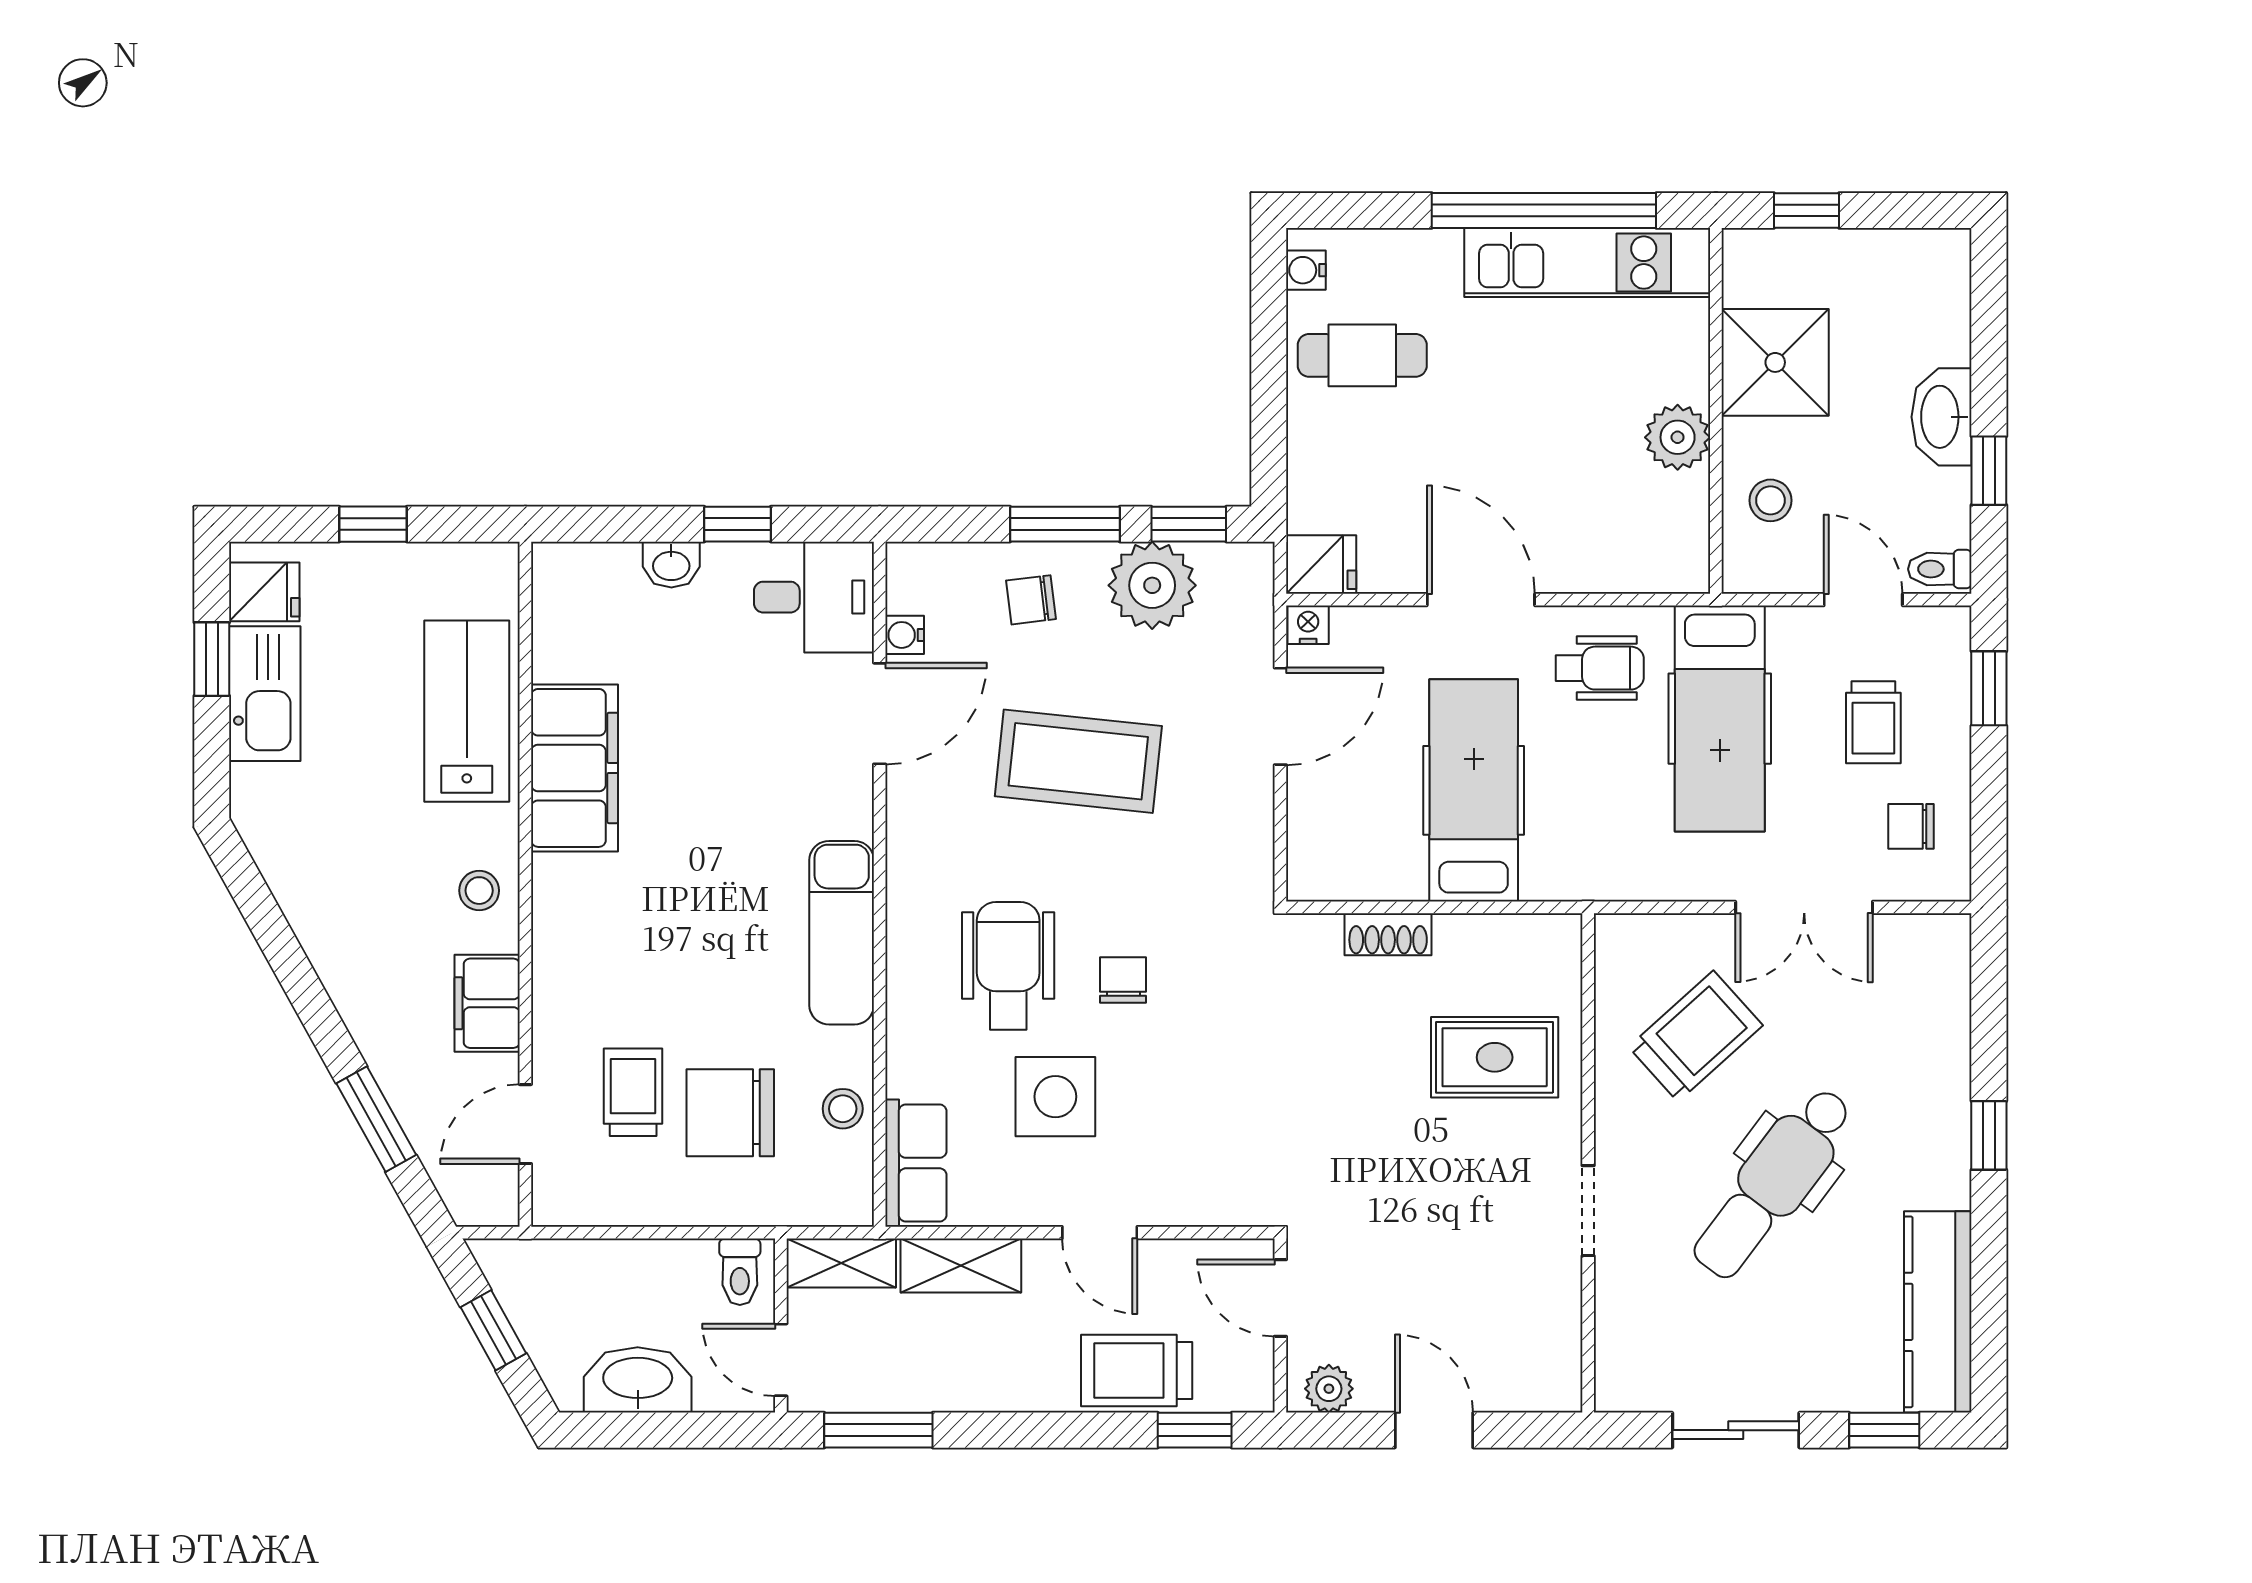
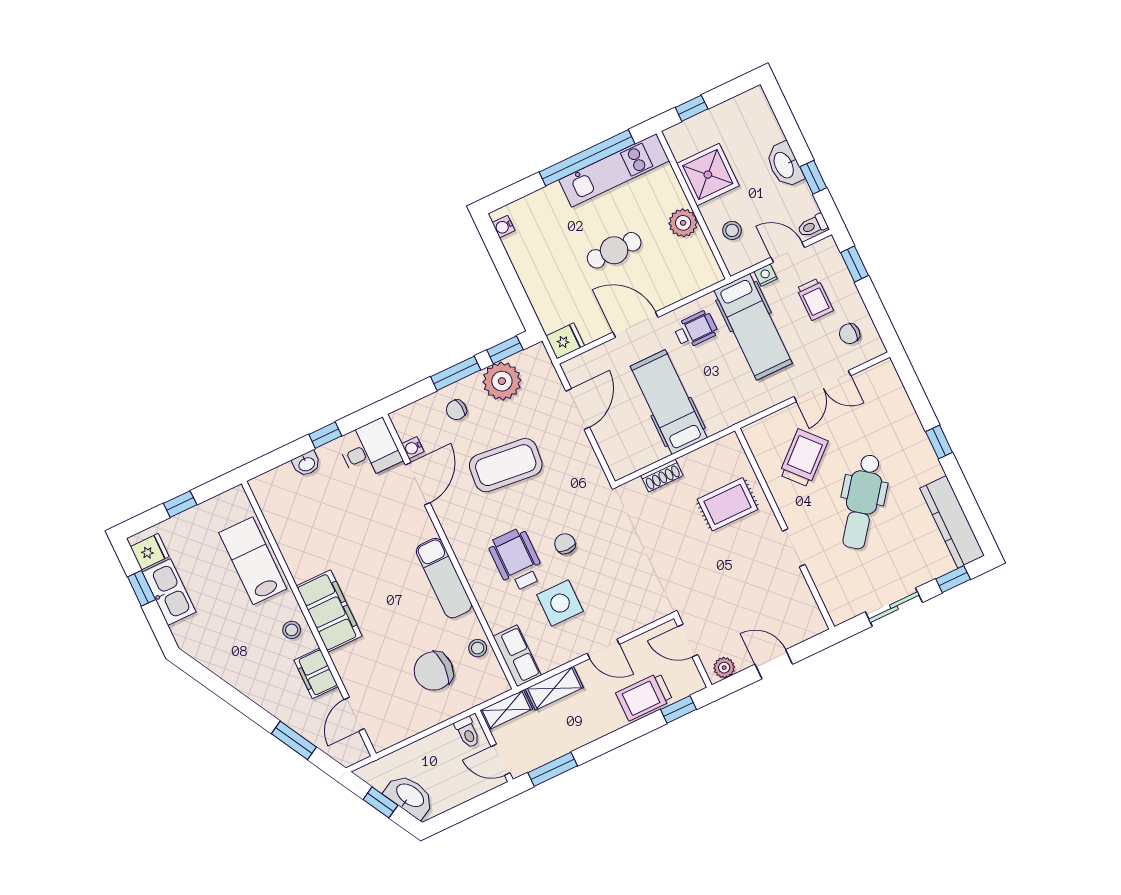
cafe table: (1362, 355) -> (614, 250), moved
nightstand: (1308, 625) -> (766, 275), moved
filing cabinet: (575, 768) -> (329, 611), moved
trolley: (633, 1092) -> (391, 681), removed
washbasin: (638, 1380) -> (410, 796), moved, turned 61

